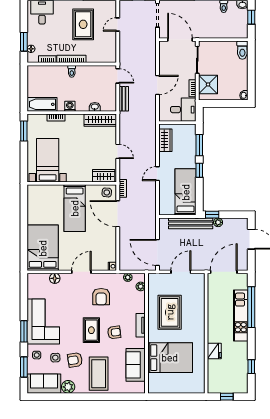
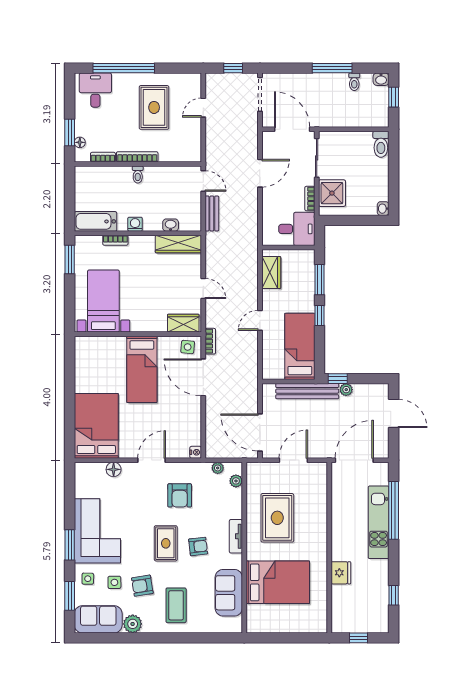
door: (157, 85) -> (260, 173), moved
coffee table: (99, 374) -> (176, 605), width x0.73, depth x0.76

